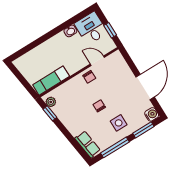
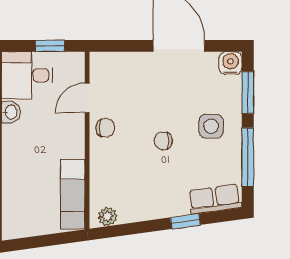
window: (50, 113) -> (185, 221), moved

